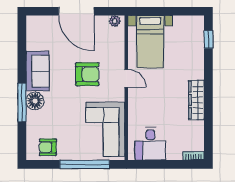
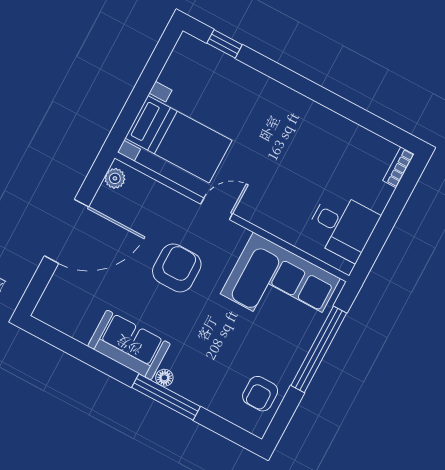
wardrobe: (196, 100) -> (311, 115), removed
floor lamp: (35, 101) -> (164, 378), width x0.53, depth x0.53

